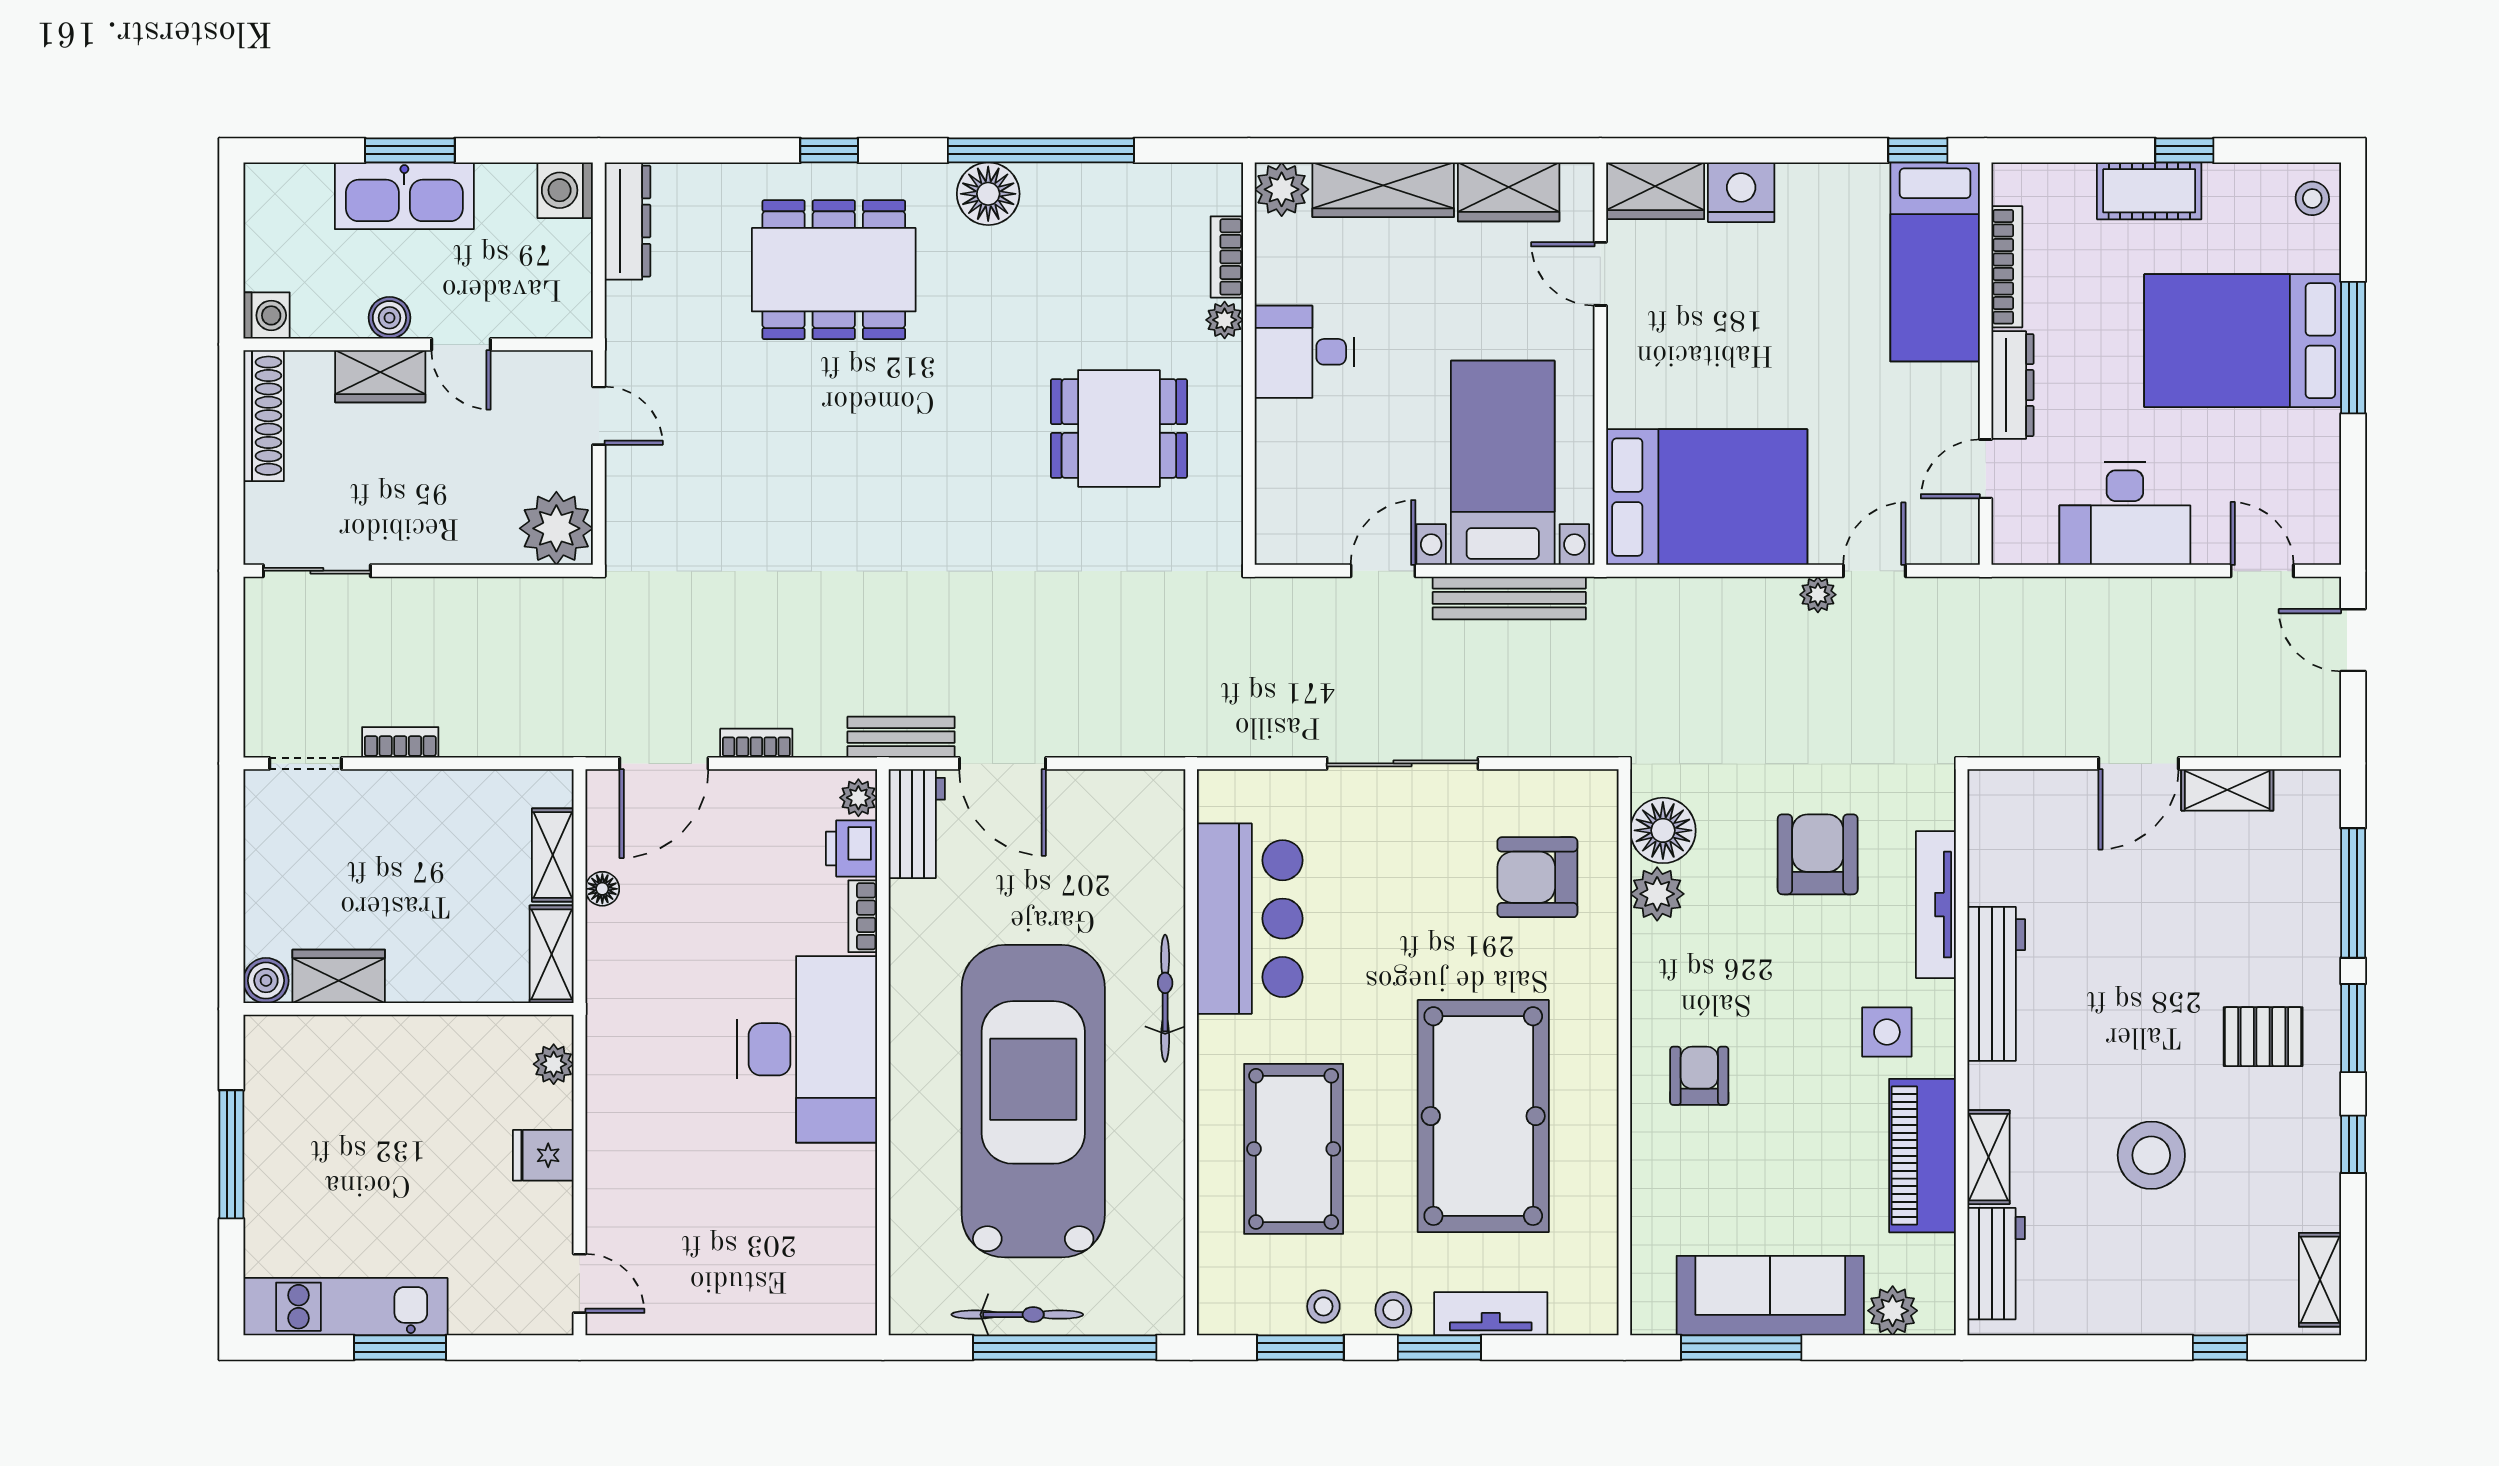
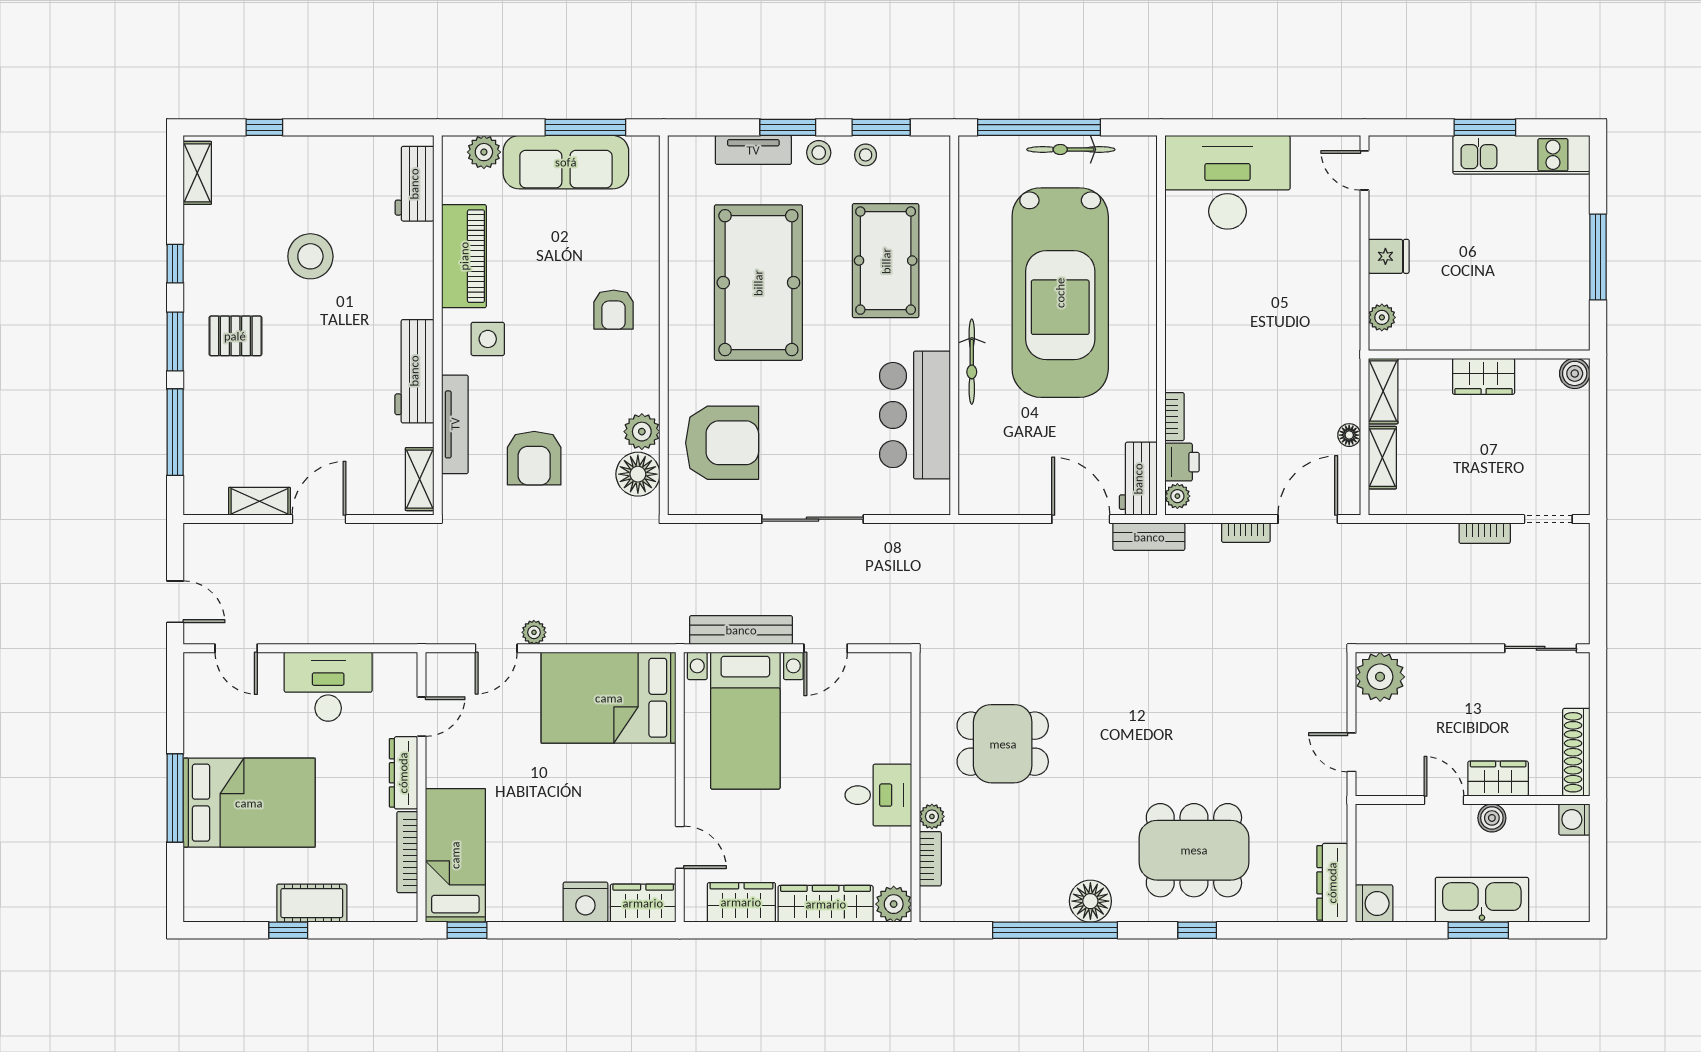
stool: (2312, 198) -> (202, 898), removed
armchair: (1537, 877) -> (722, 443), width x1.36, depth x1.36
wardrobe: (339, 976) -> (1484, 376), moved
desk: (807, 1049) -> (1227, 182), moved, turned 90
shelving: (1988, 1157) -> (420, 479), moved

